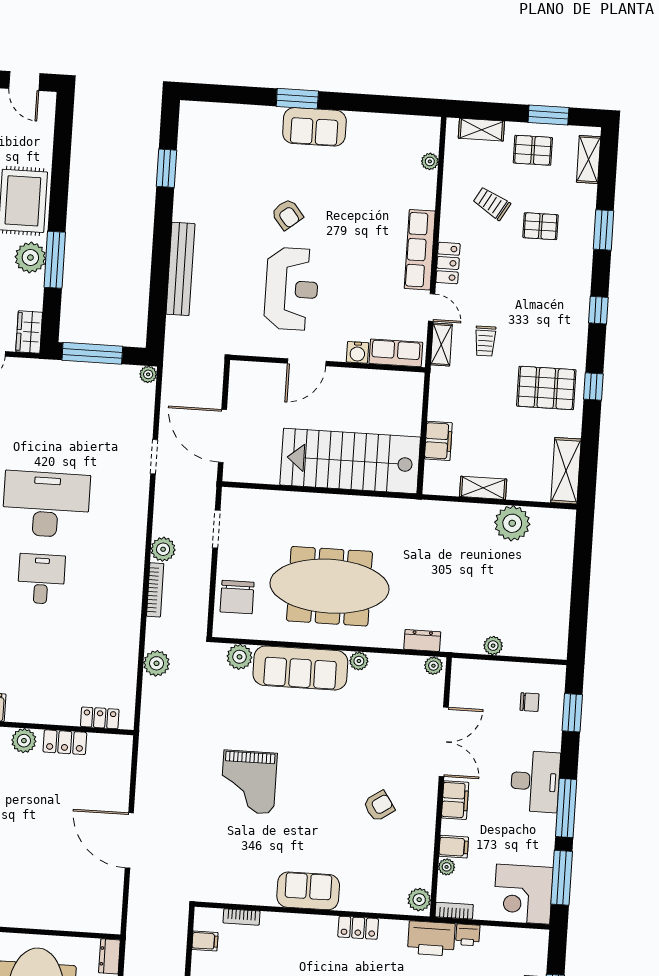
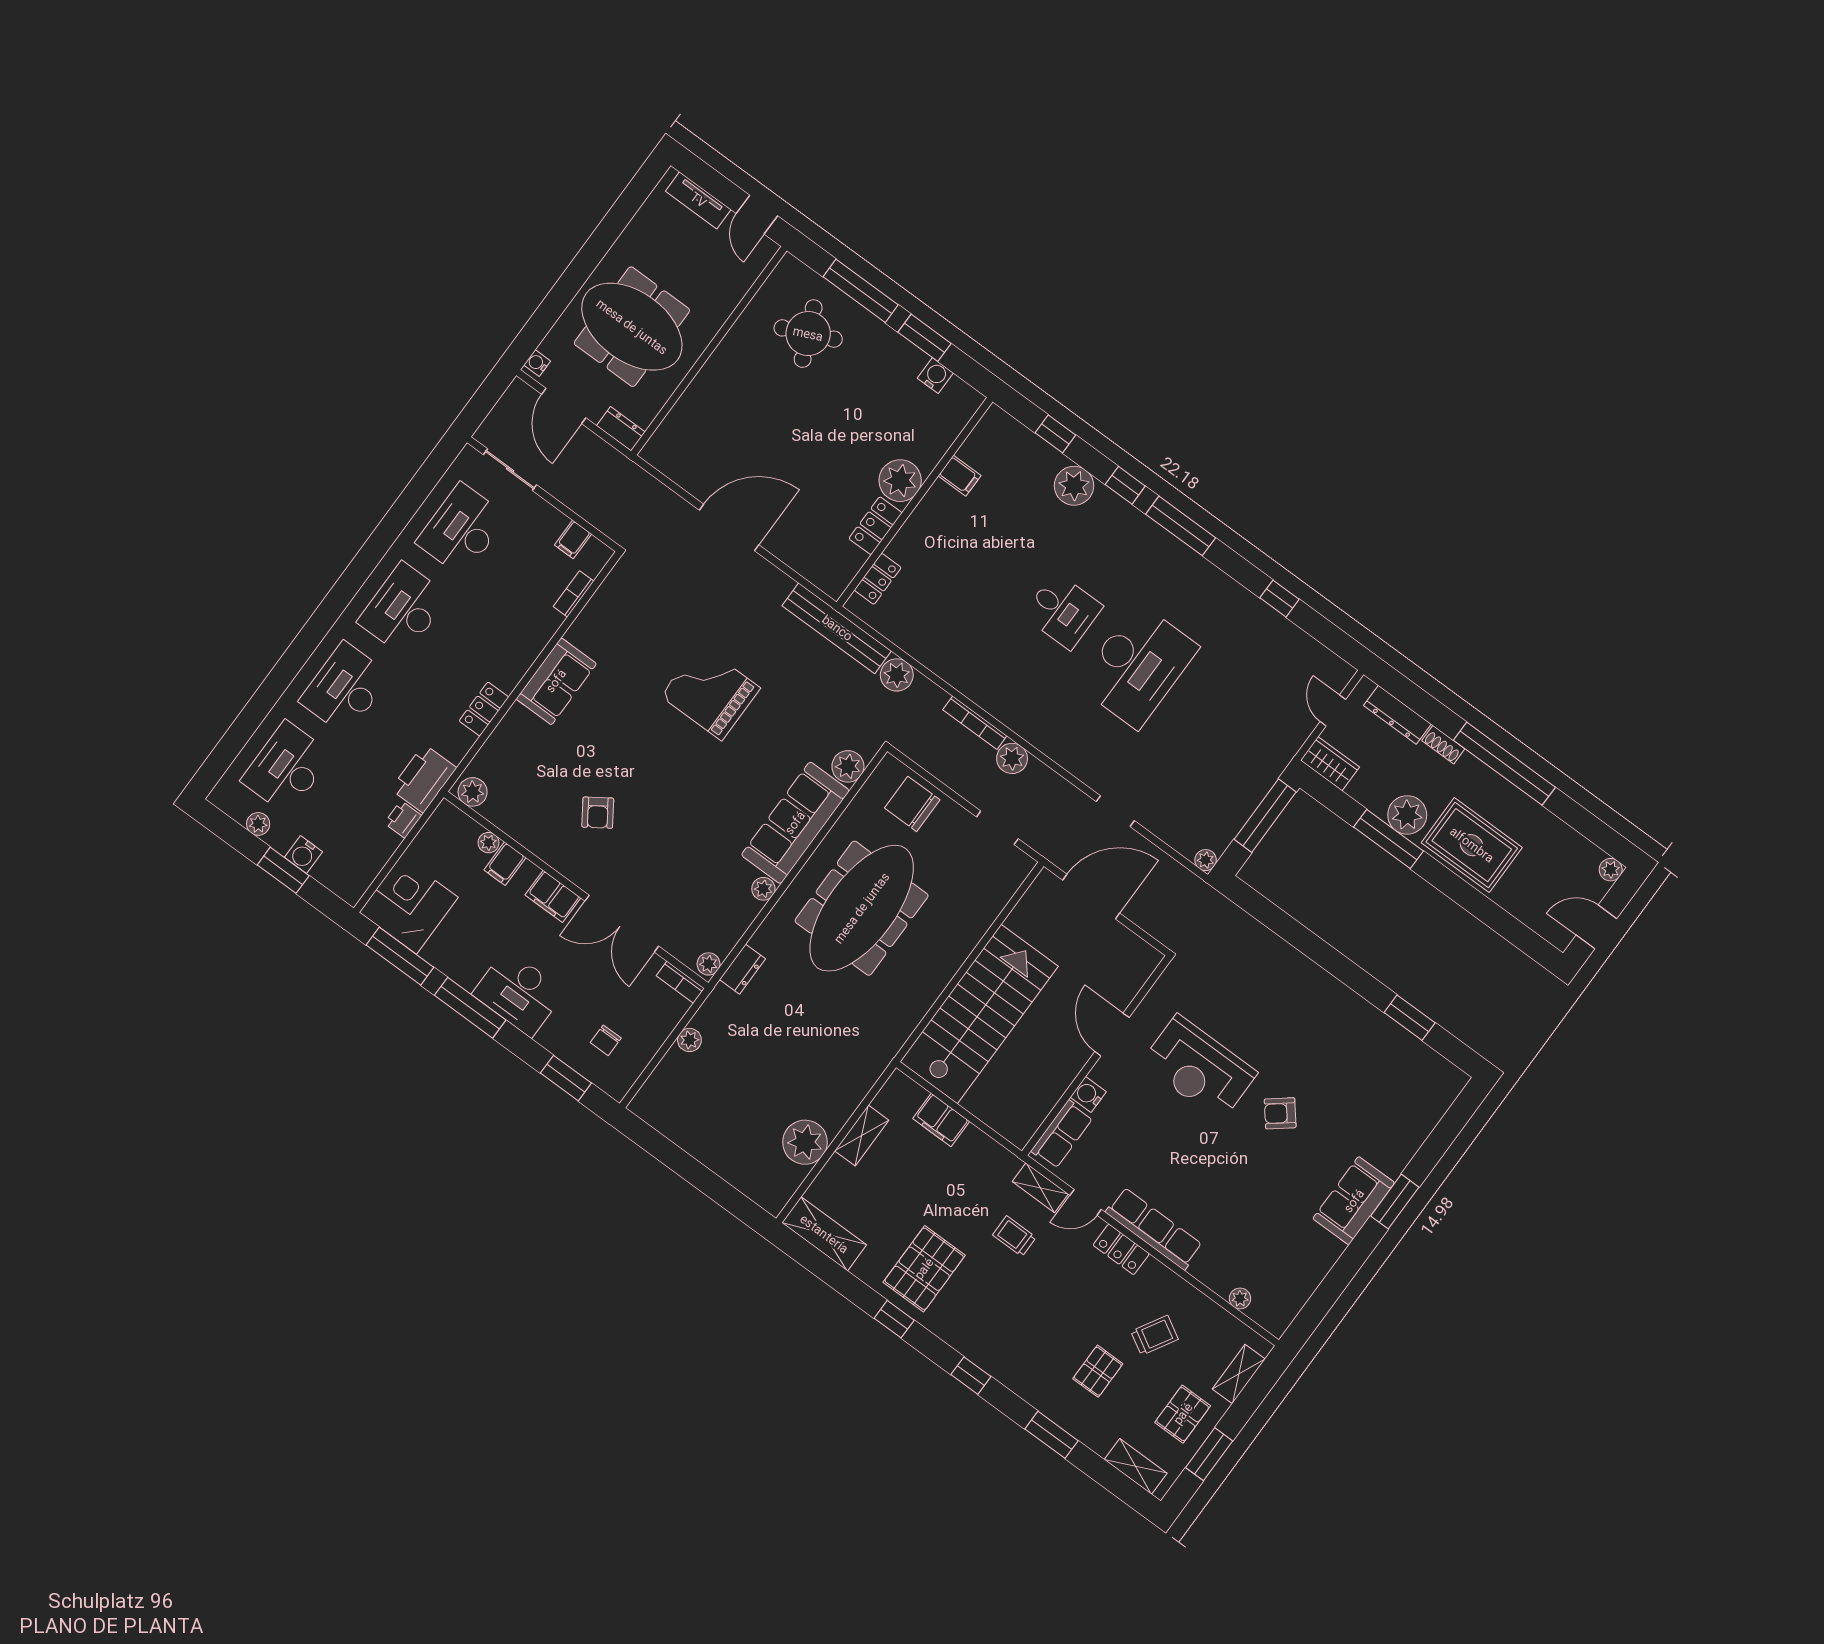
bench: (180, 269) -> (837, 628), moved
plant: (24, 741) -> (900, 481), width x1.36, depth x1.36
bookcase: (454, 911) -> (680, 982), moved, turned 90

